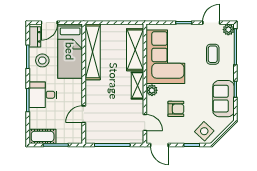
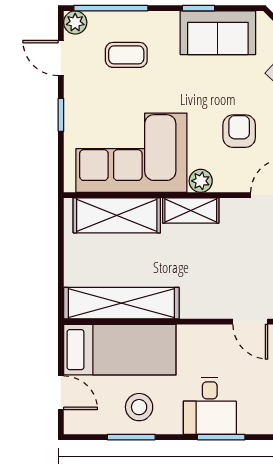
dresser: (35, 37) -> (90, 423), removed

